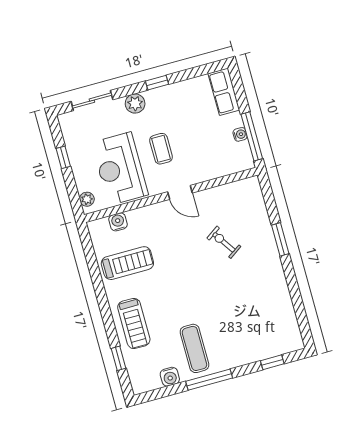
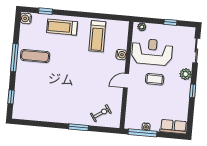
water cooler: (118, 222) -> (121, 55), moved
exercise bike: (224, 242) -> (101, 113), moved
water cooler: (170, 377) -> (26, 18), moved

